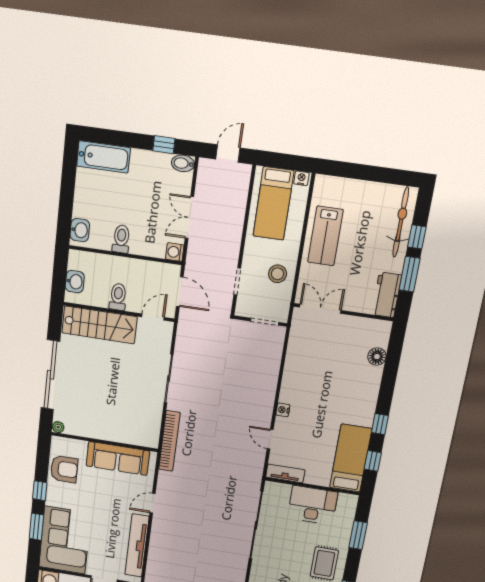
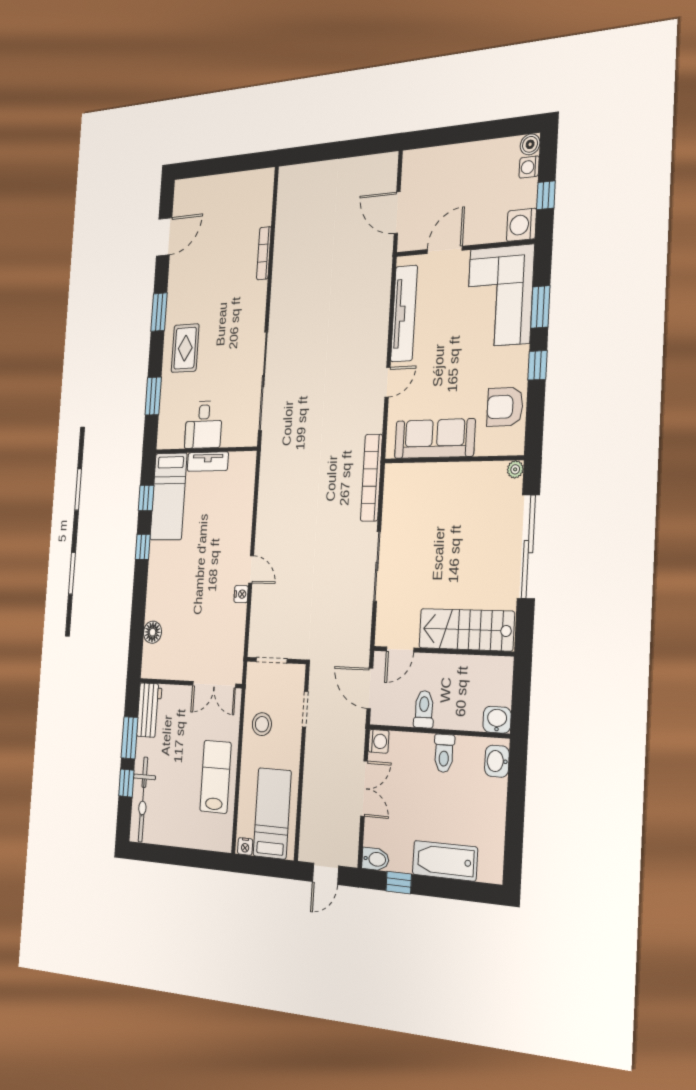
bathtub: (103, 157) -> (445, 861), moved
washbasin: (75, 282) -> (497, 720), moved, turned 90
toilet: (118, 297) -> (424, 709), moved, turned 180
nightstand: (283, 410) -> (241, 594), moved
door: (270, 439) -> (251, 569), moved
tv unit: (285, 473) -> (208, 462), moved
desk: (313, 505) -> (203, 425), width x0.73

